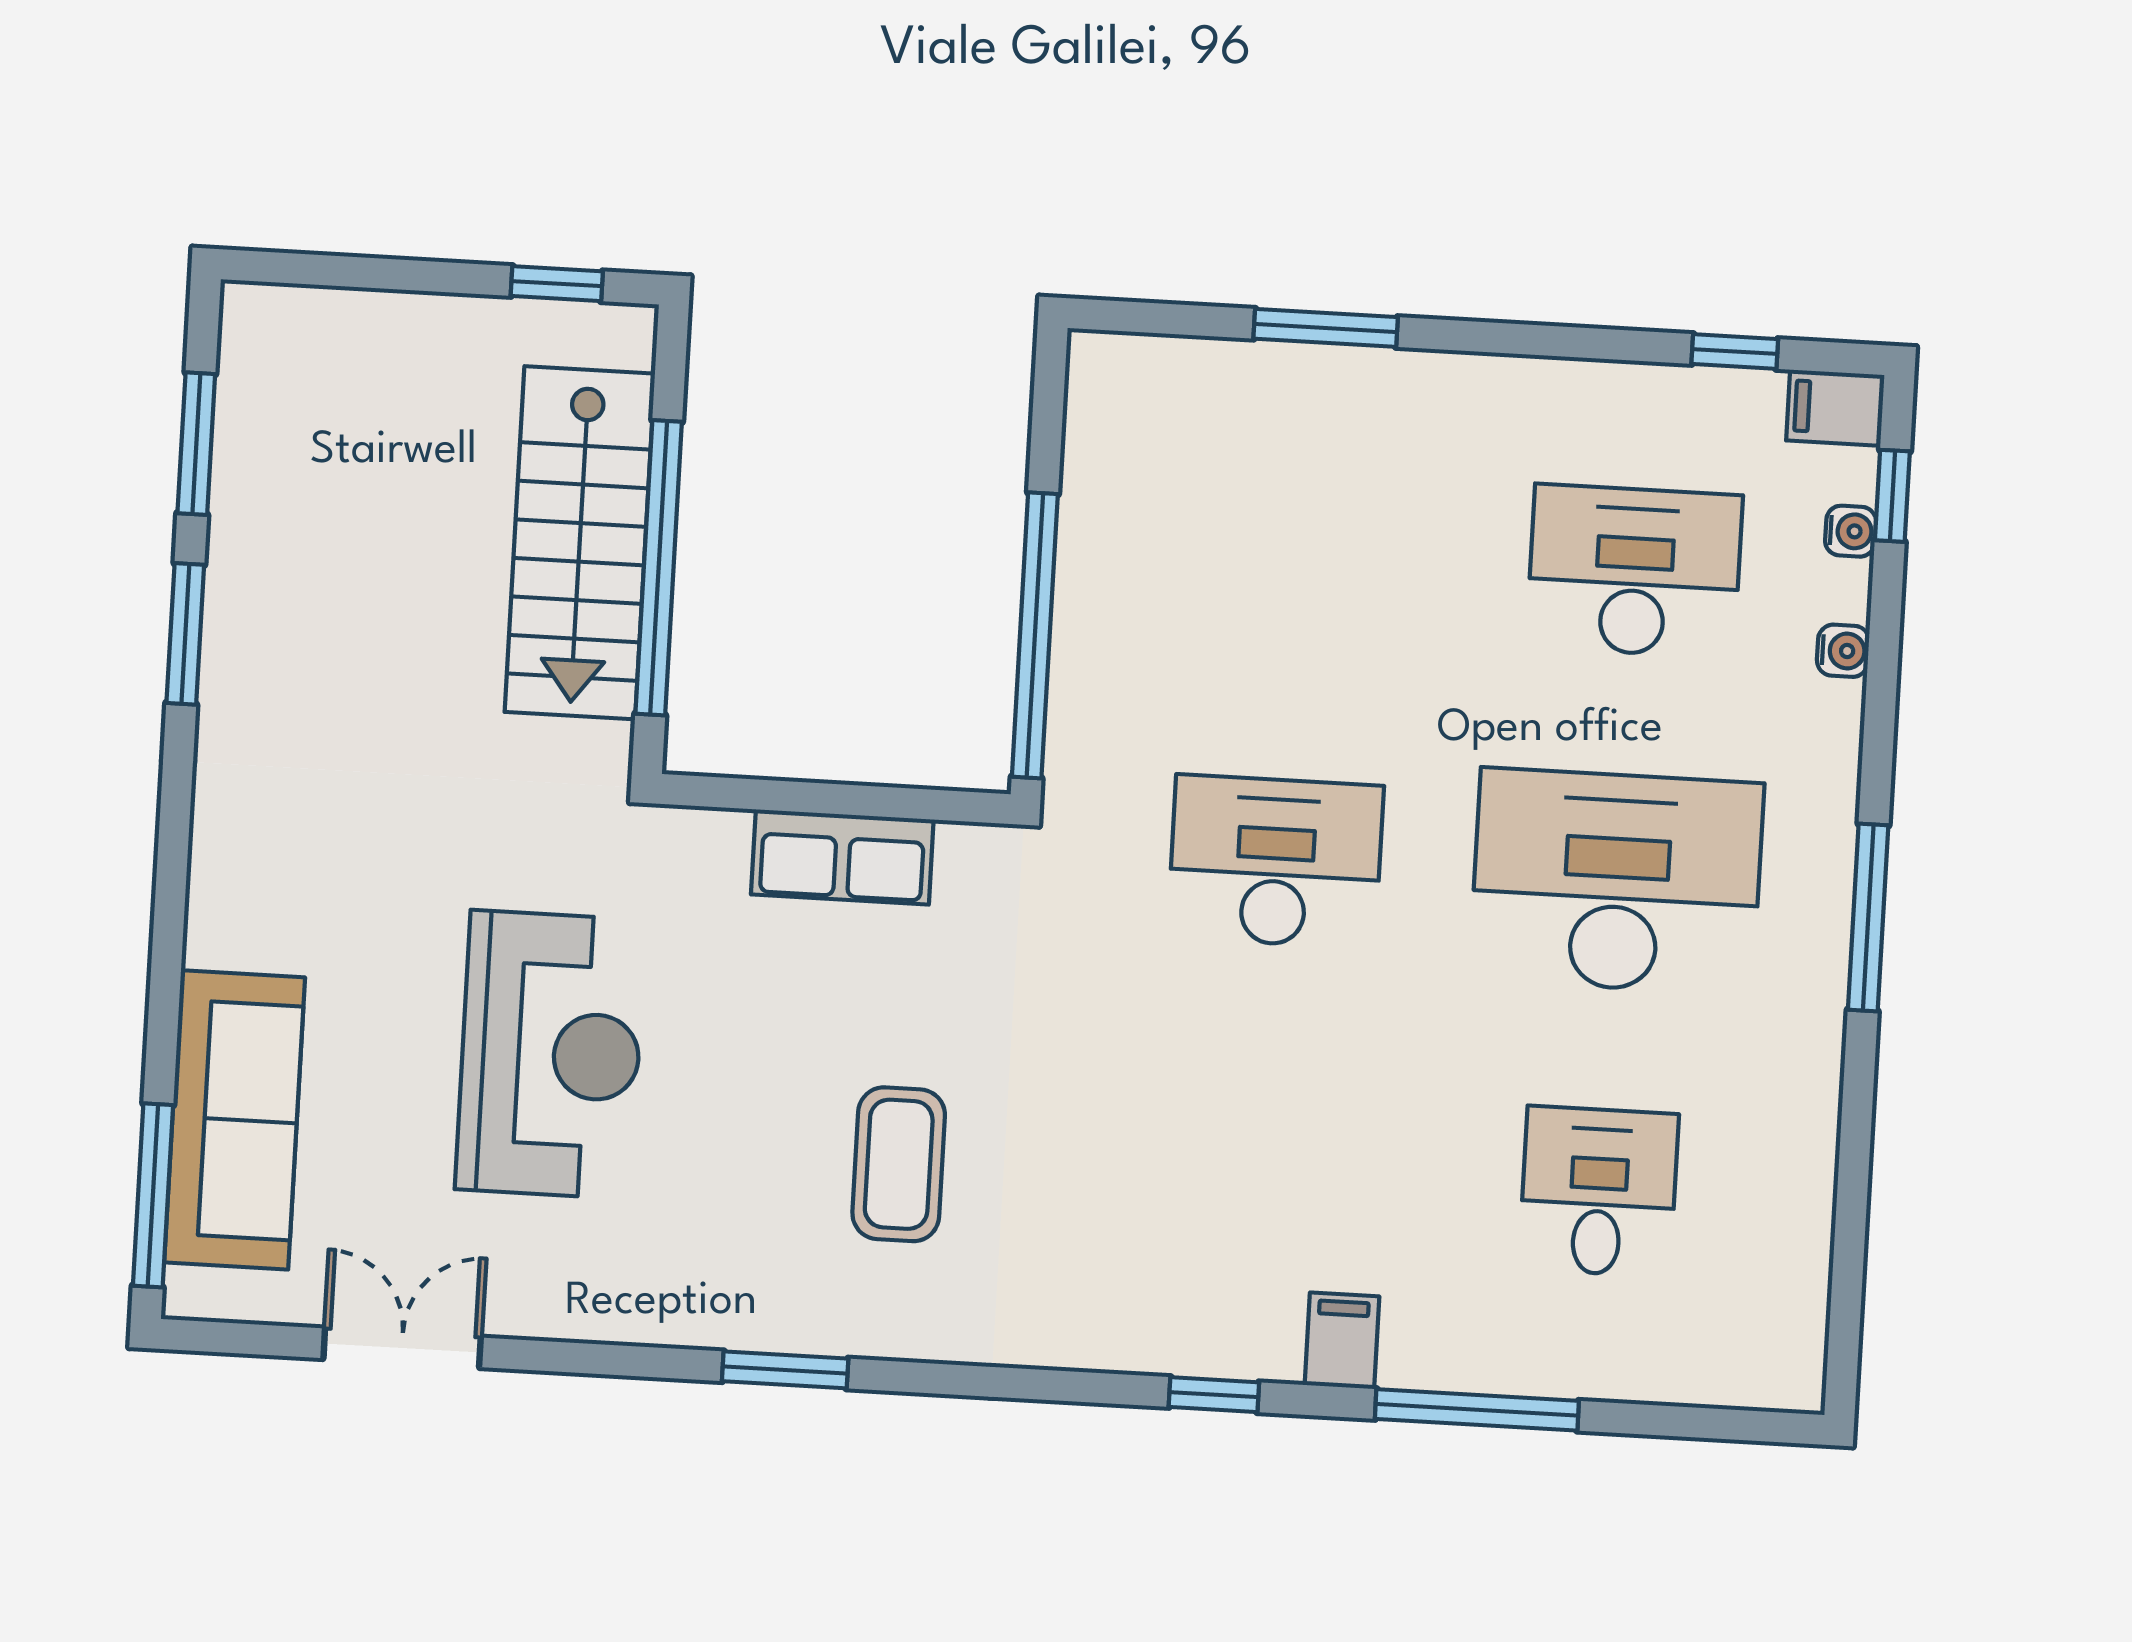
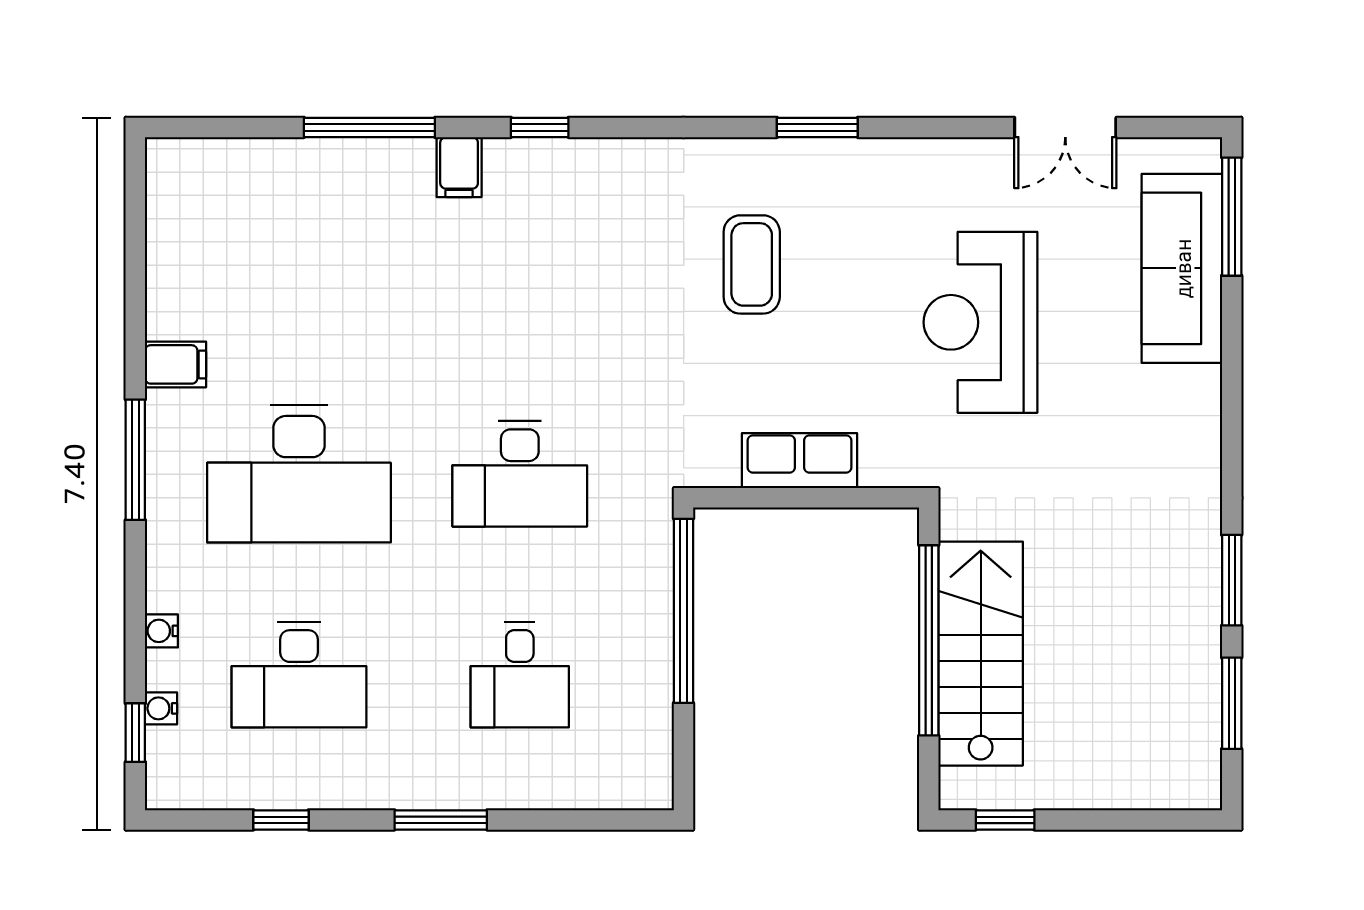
window: (1326, 328) -> (441, 820), moved
window: (1735, 352) -> (281, 820), moved
filing cabinet: (1835, 408) -> (175, 364), moved
desk: (1599, 1192) -> (520, 675), moved

